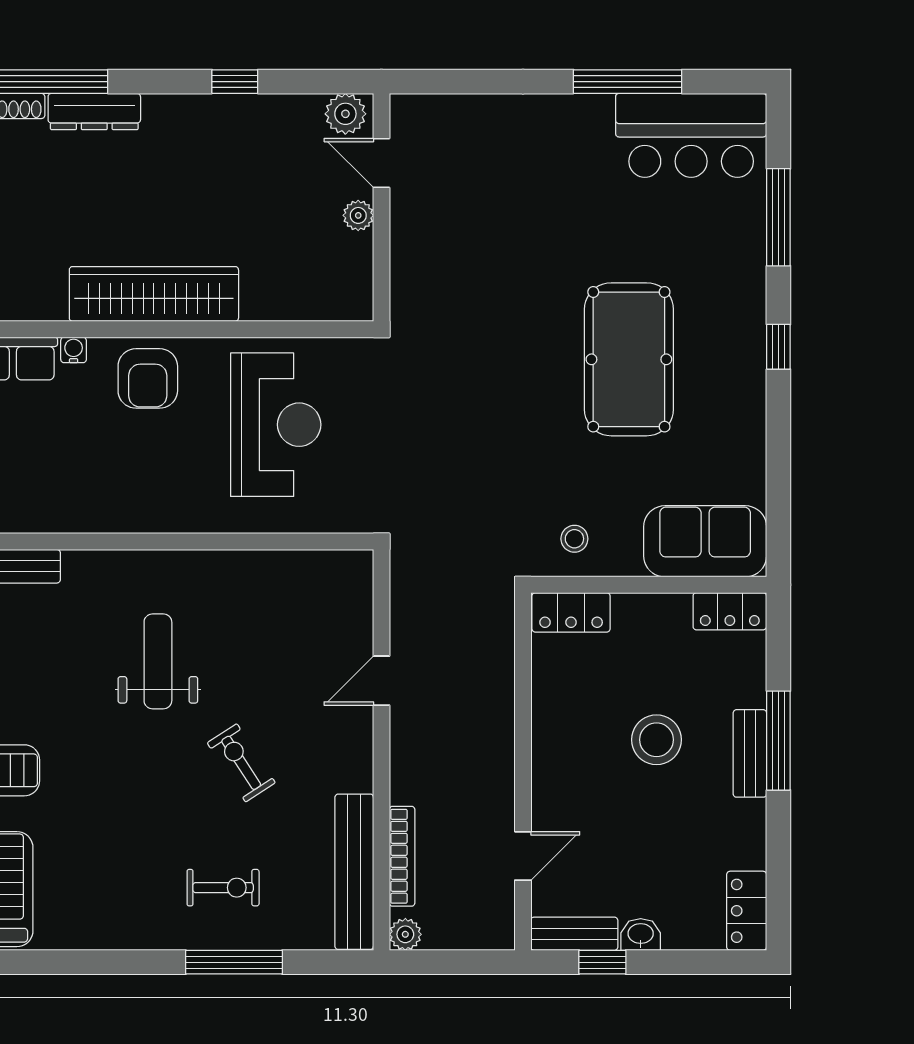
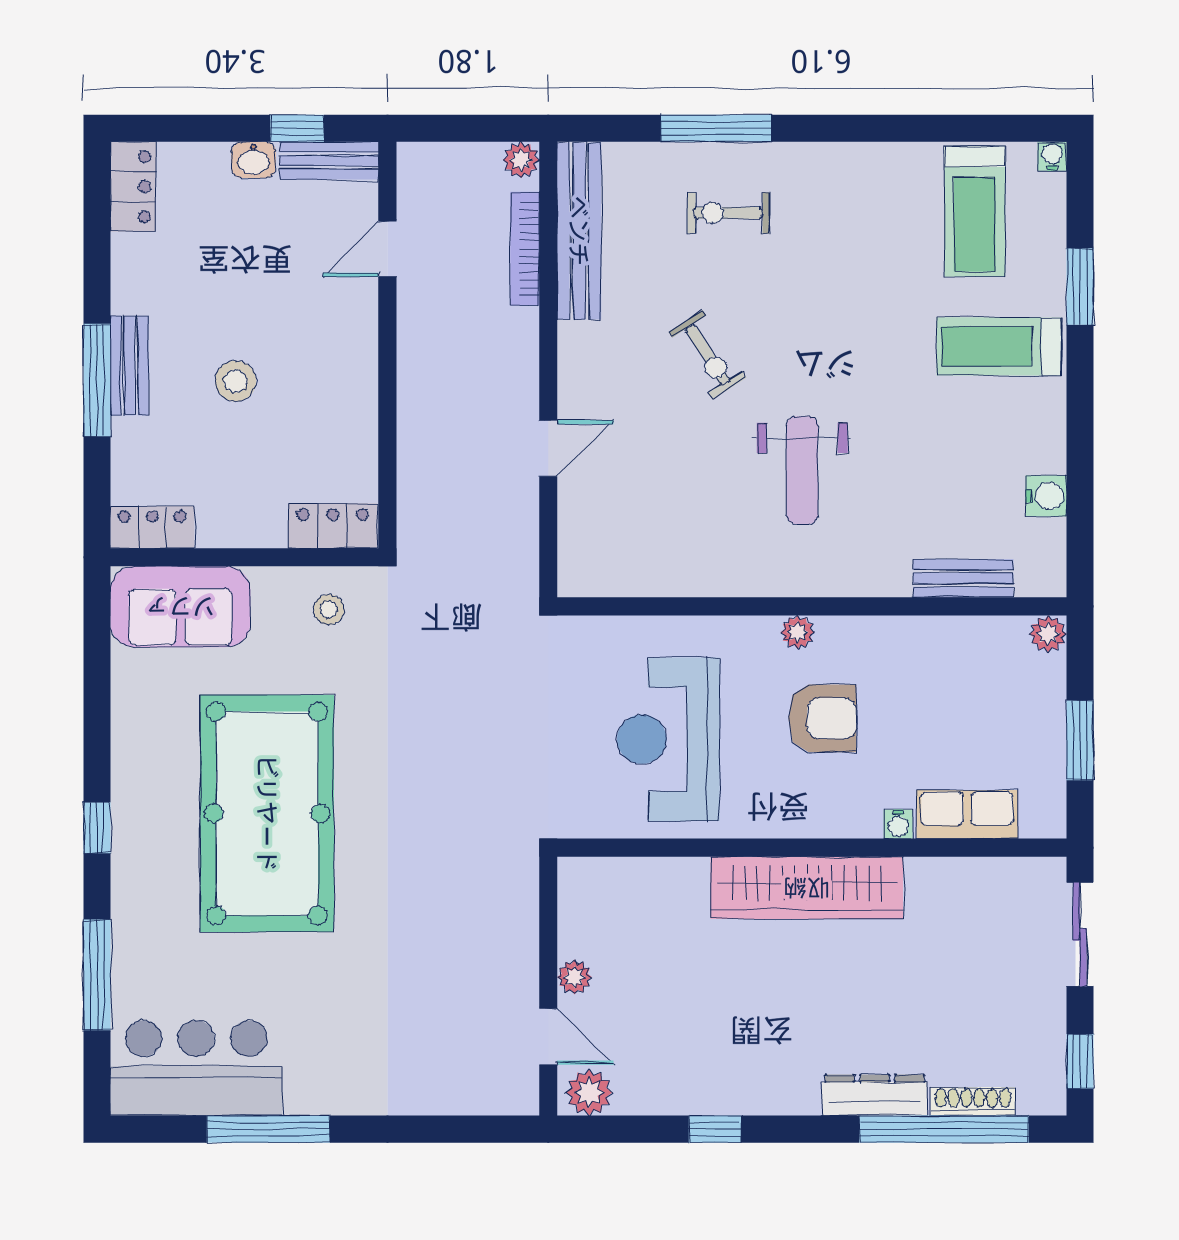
pool table: (629, 359) -> (267, 813), width x1.36, depth x1.32
armchair: (148, 378) -> (822, 718), moved, turned 90
plant: (162, 519) -> (798, 632), added
stool: (656, 740) -> (236, 381), width x0.73, depth x0.73

